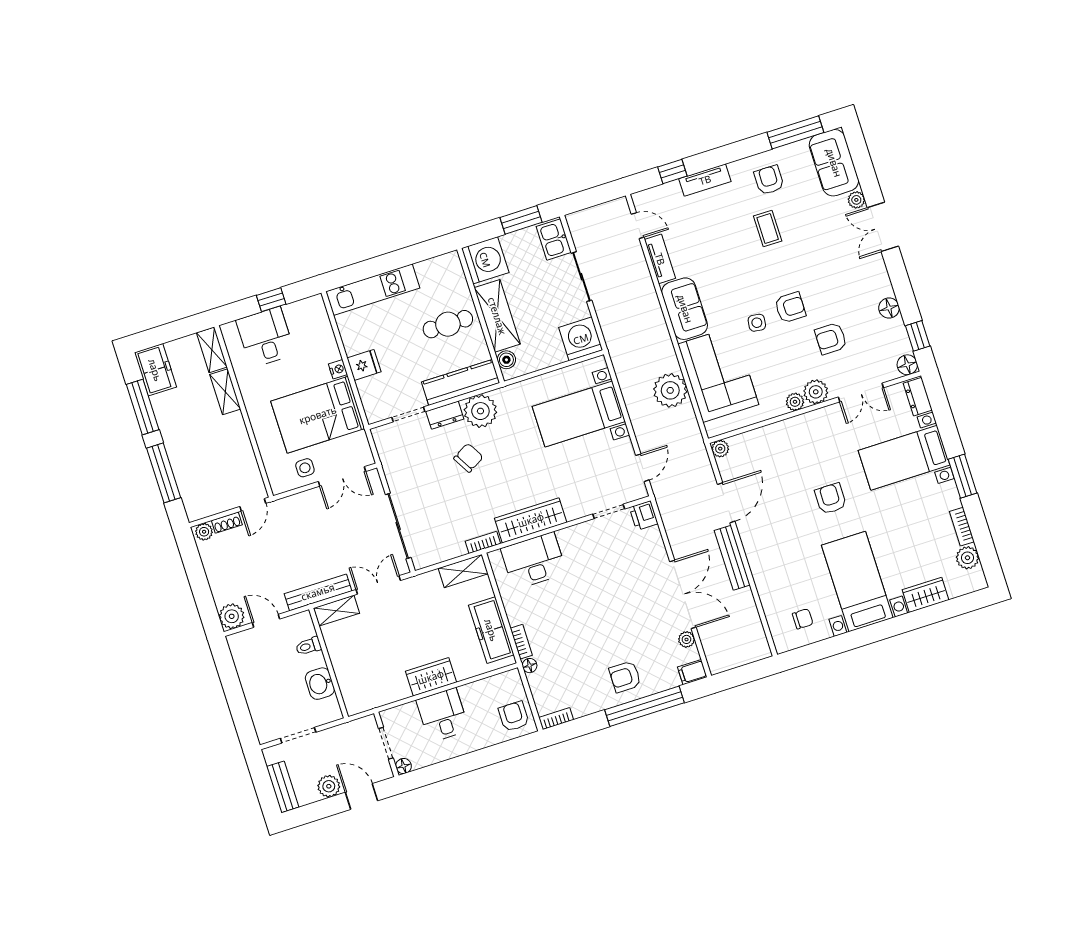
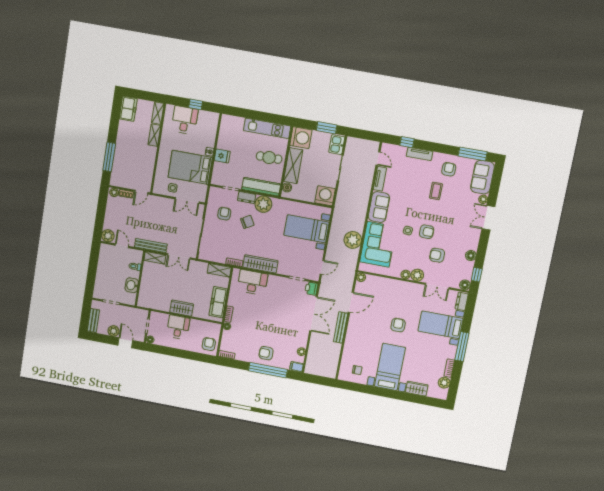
kitchen unit: (373, 290) -> (267, 128), moved
window: (143, 407) -> (114, 122), removed
armchair: (420, 465) -> (224, 214), added
window: (962, 476) -> (462, 347), width x1.44
double door: (378, 585) -> (179, 256), swing flipped
double door: (683, 594) -> (314, 314), moved

